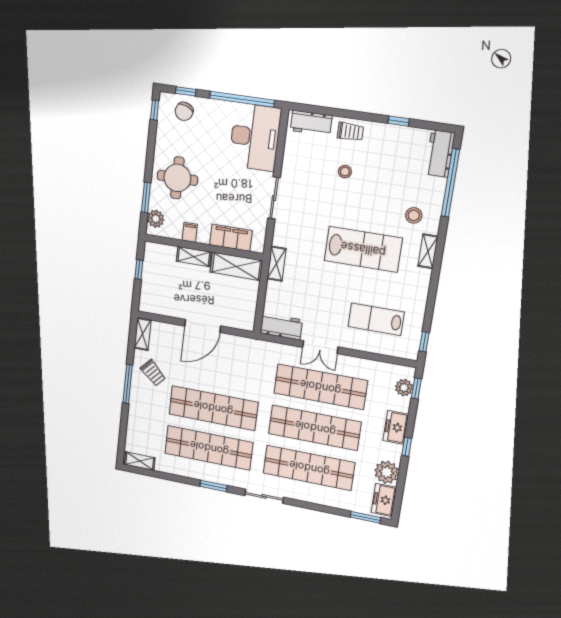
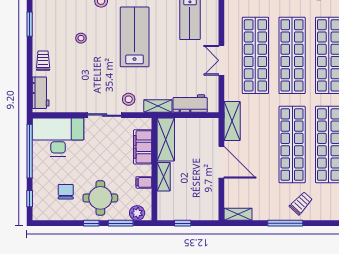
window: (155, 110) -> (91, 223), moved
chair: (184, 111) -> (66, 192), moved, turned -110
window: (399, 121) -> (30, 24), width x1.50
stool: (345, 172) -> (81, 38), moved
stool: (289, 230) -> (129, 99), added
workbench: (281, 326) -> (190, 103), moved, turned 90
shelving: (248, 346) -> (232, 121), added
double door: (320, 347) -> (221, 60), swing flipped
trolley: (153, 373) -> (301, 203), moved

